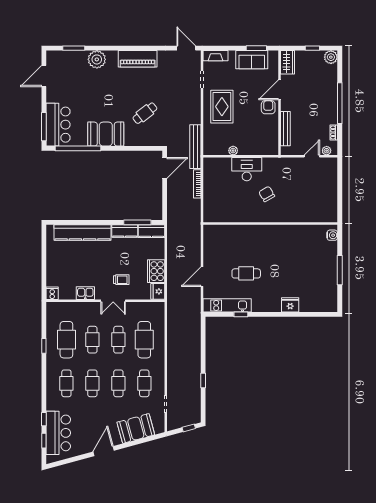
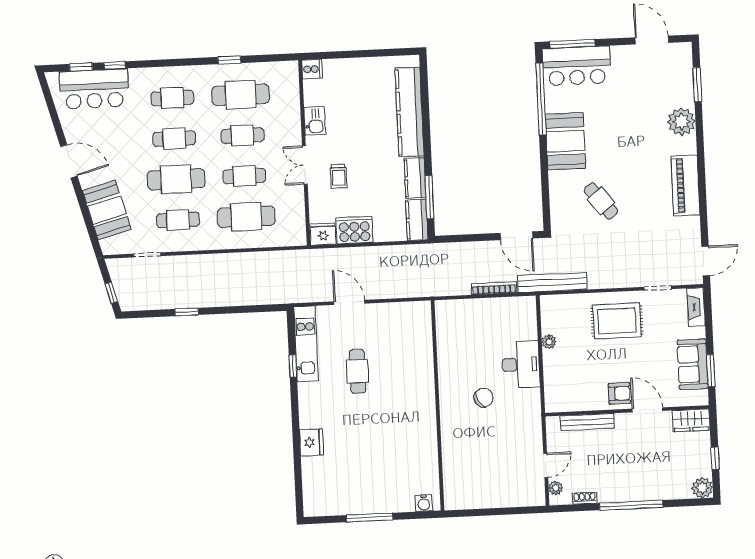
door: (312, 156) -> (546, 465), hinge flipped
cafe table: (118, 383) -> (176, 179), width x1.37, depth x1.35

